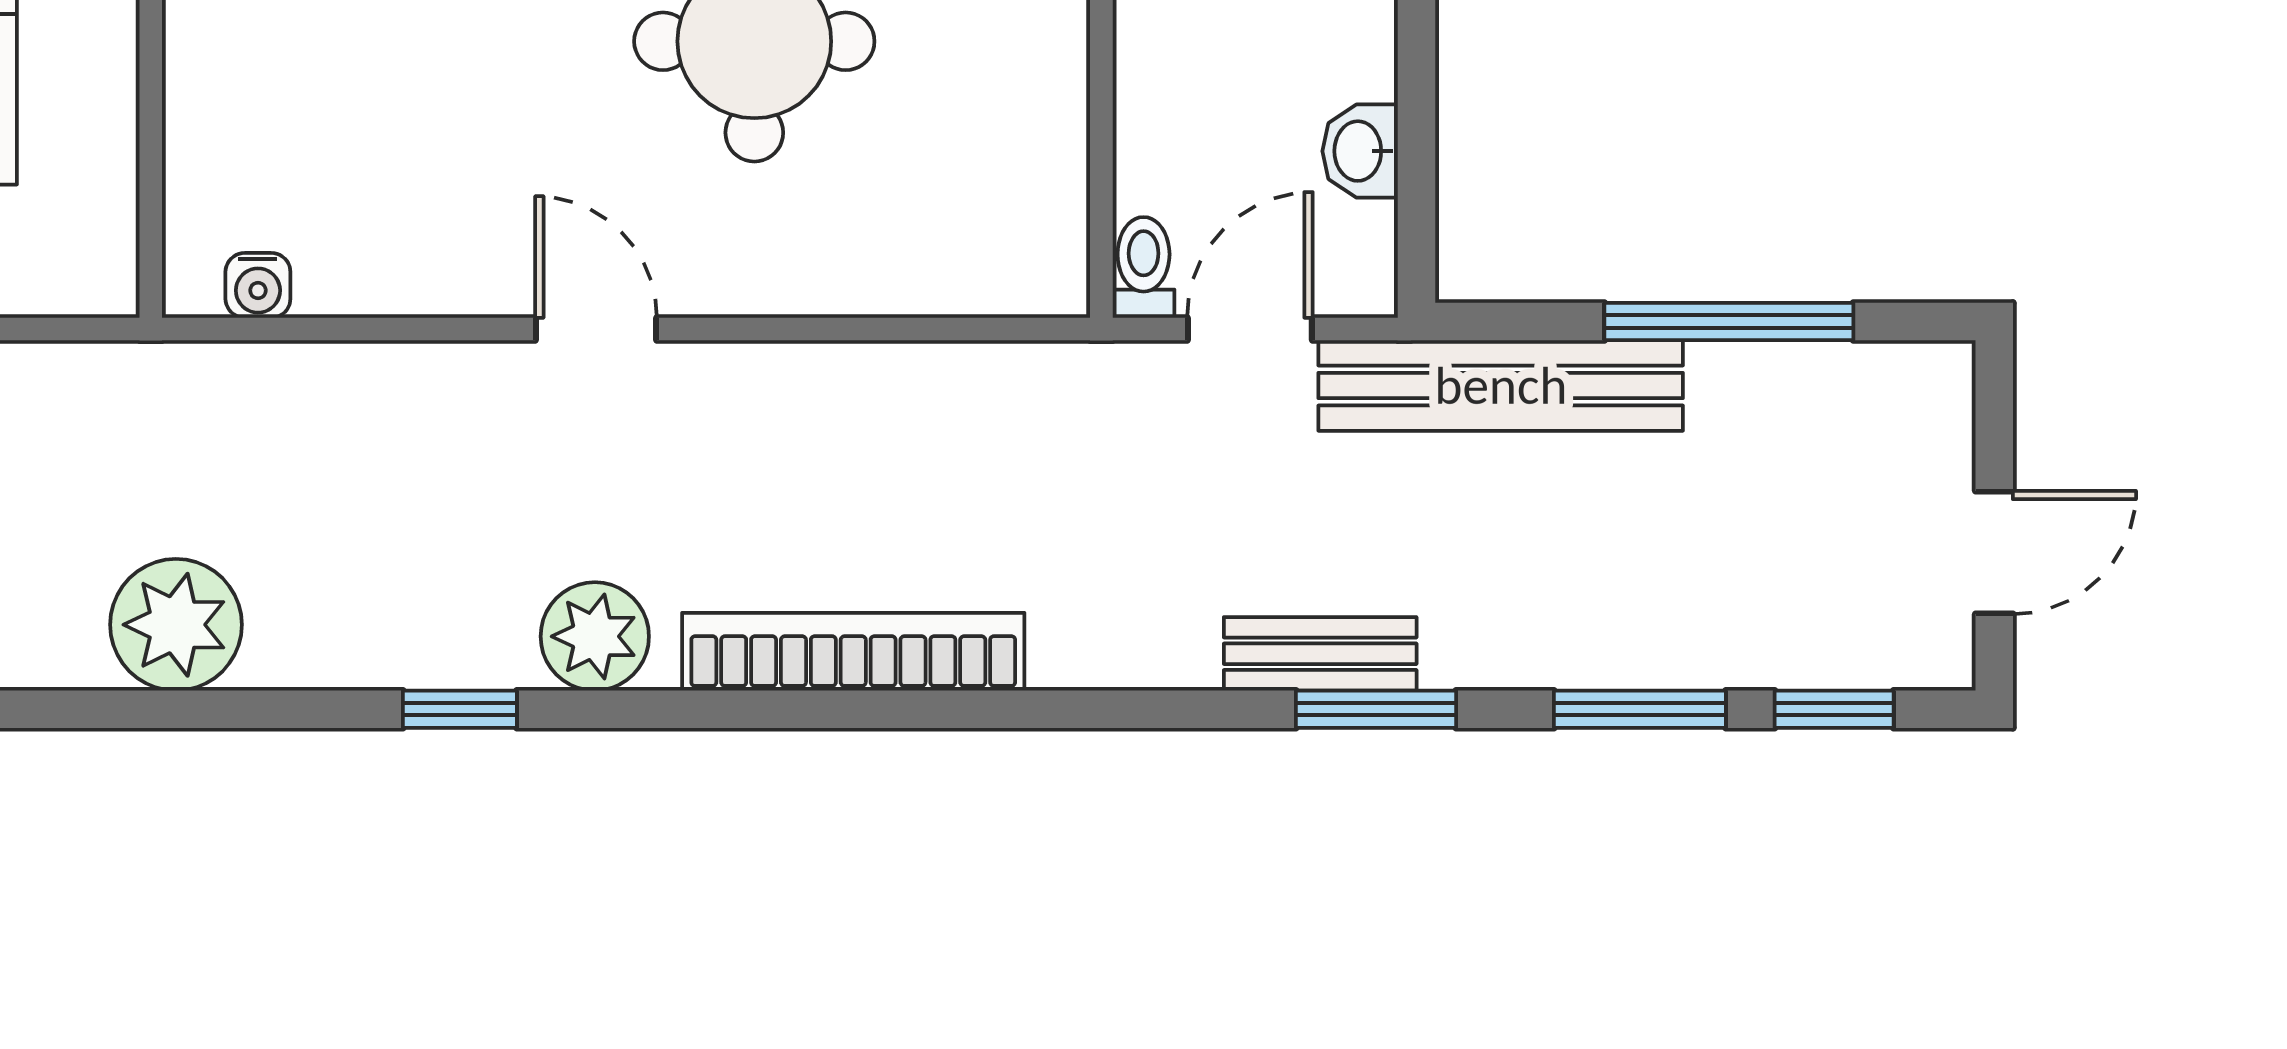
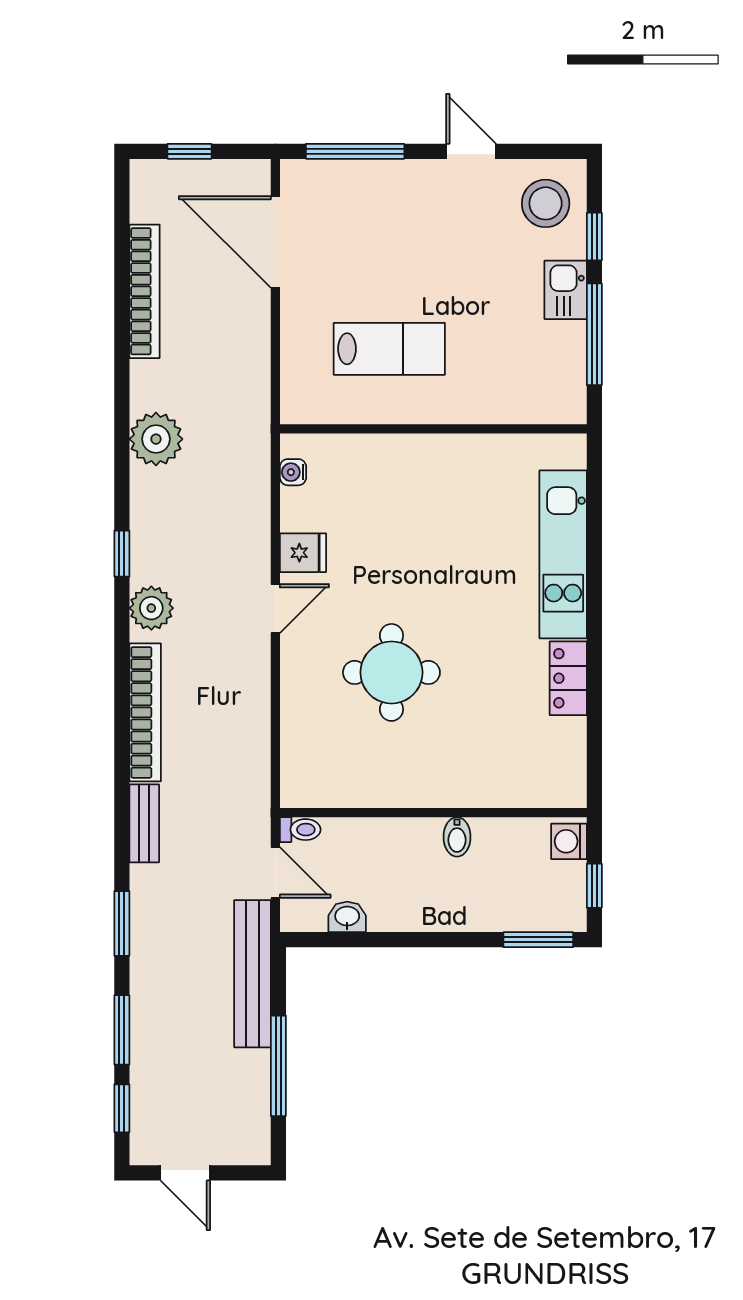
fridge: (457, 261) -> (303, 553), added
bench: (1320, 654) -> (144, 823), moved

